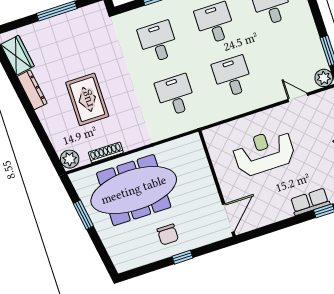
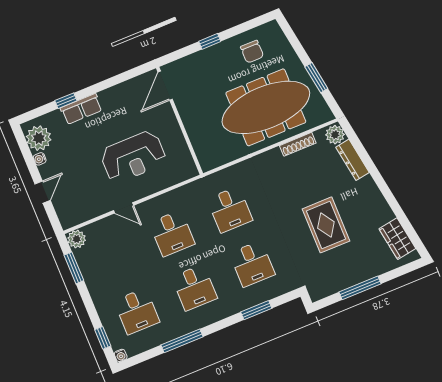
dresser: (32, 90) -> (352, 160), moved
door: (298, 97) -> (124, 208), moved
rug: (87, 99) -> (326, 225), moved
chair: (168, 235) -> (252, 52), moved, turned 180

